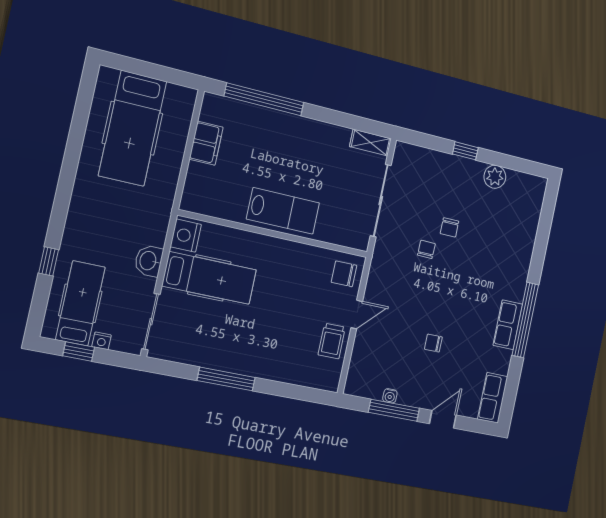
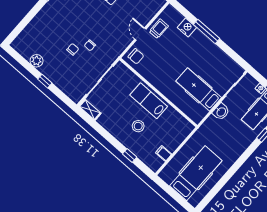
window: (264, 99) -> (130, 156), width x0.32
filing cabinet: (206, 143) -> (164, 153), width x0.50
stool: (277, 158) -> (138, 126), added
nightstand: (186, 236) -> (187, 27), moved, turned -90
door: (357, 315) -> (140, 34), hinge flipped
window: (226, 379) -> (207, 32), moved

